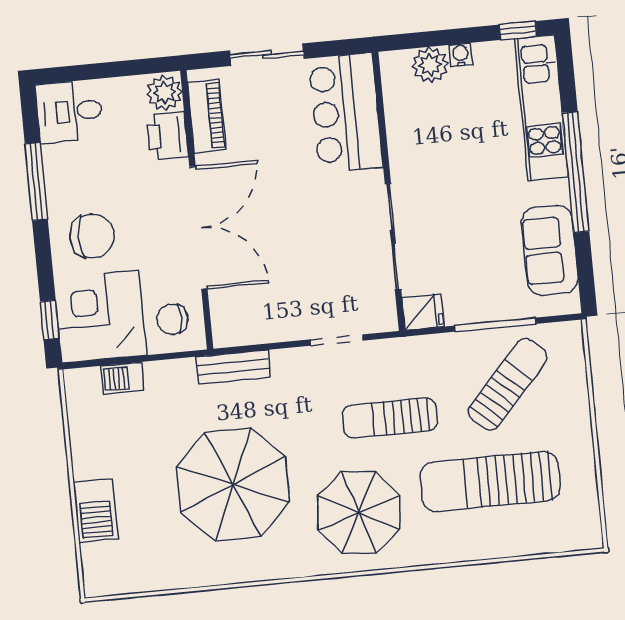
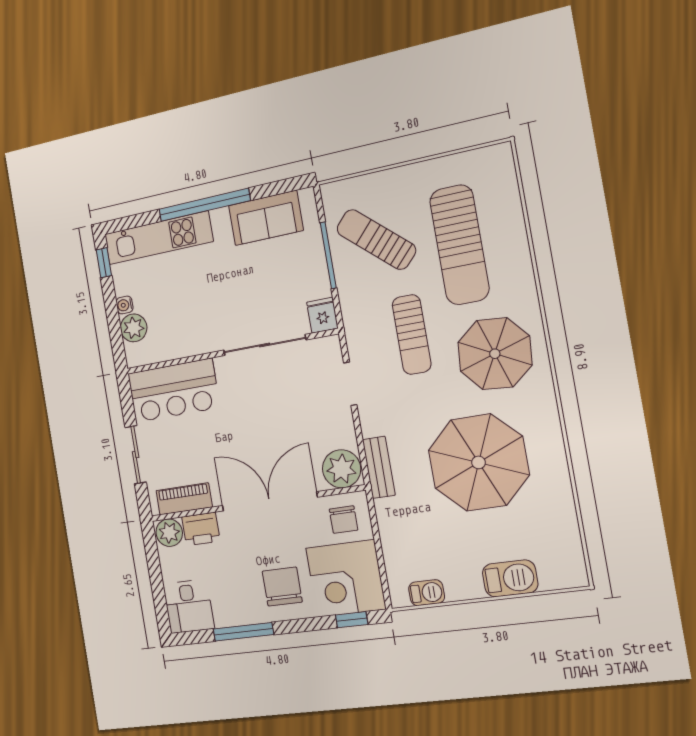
plant: (234, 321) -> (342, 469), added
barbecue: (122, 378) -> (427, 593), moved, turned -90

